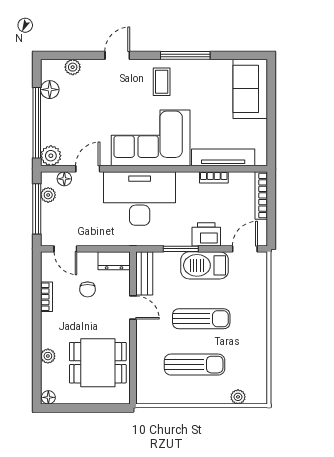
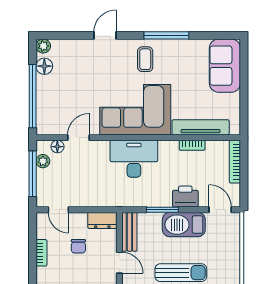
plant: (73, 67) -> (43, 46), moved
plant: (51, 156) -> (45, 126), removed
desk: (140, 199) -> (134, 159), width x0.73, depth x0.77
door: (245, 249) -> (220, 210), hinge flipped

